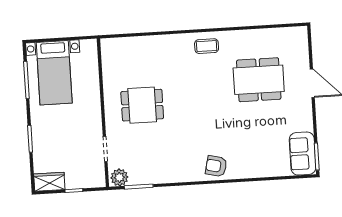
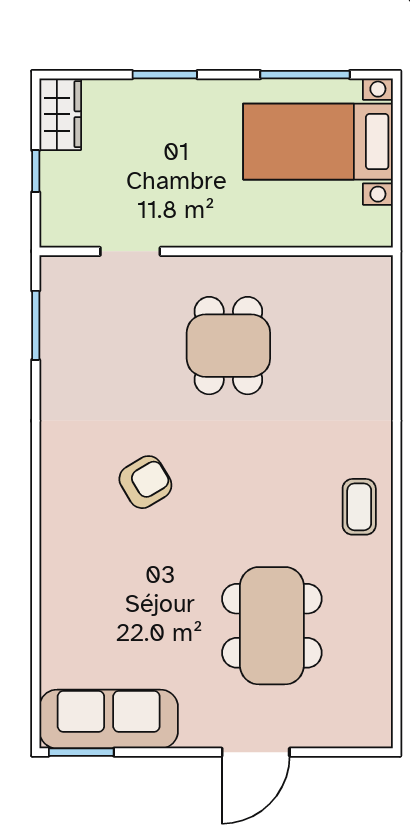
sofa: (303, 154) -> (109, 719), width x1.36
armchair: (216, 166) -> (145, 482), moved, turned 46
plant: (119, 177) -> (60, 281), removed

